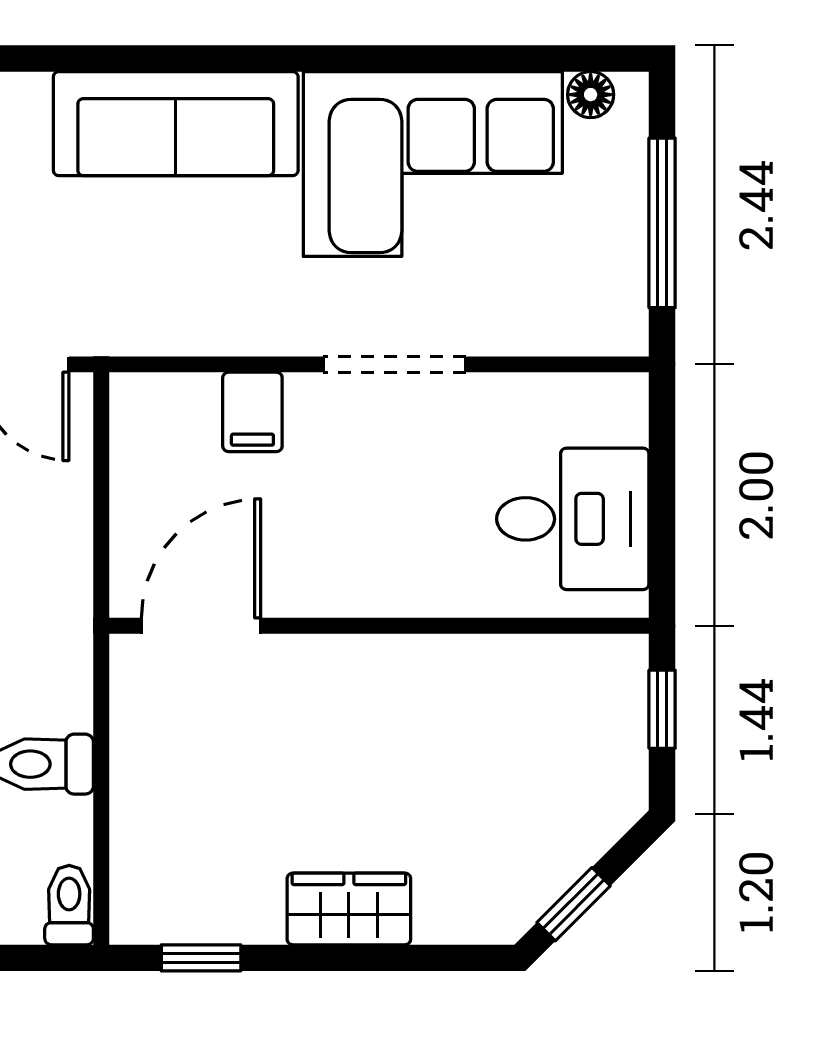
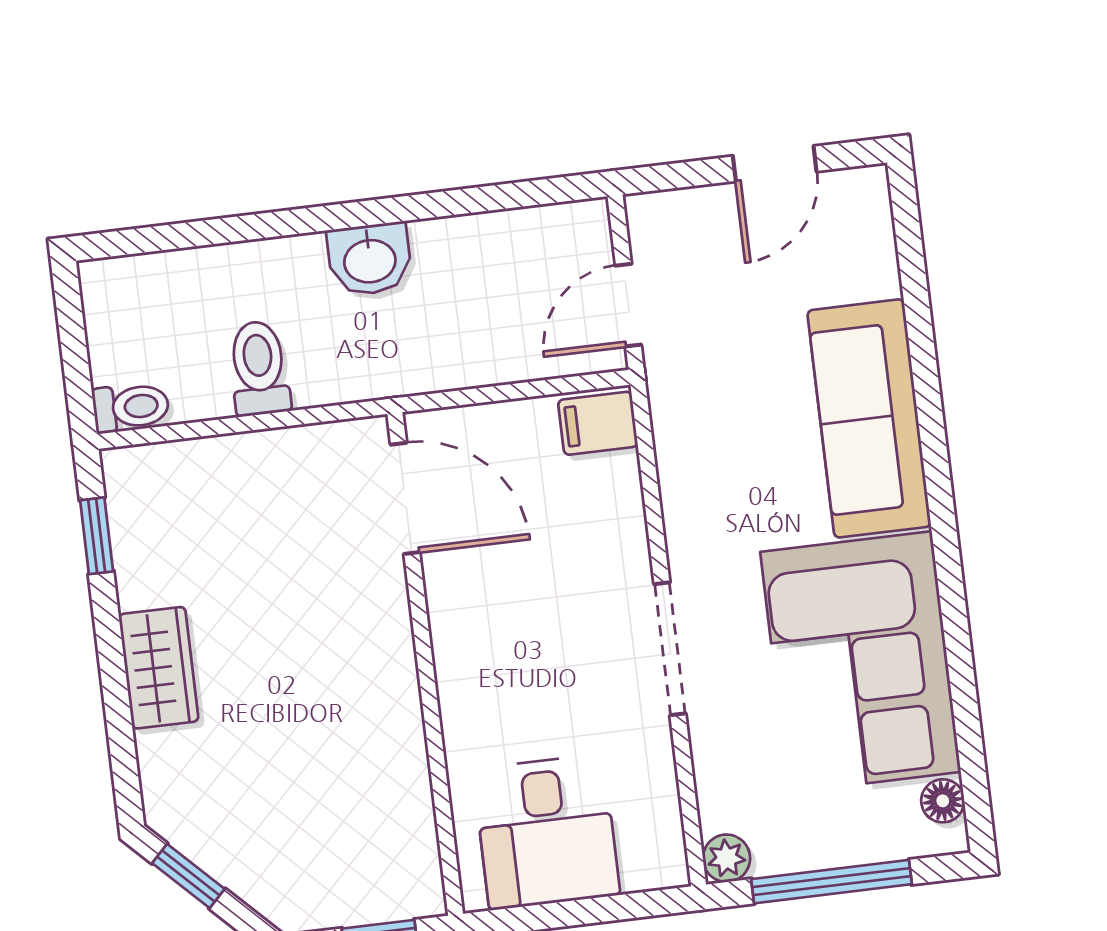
plant: (624, 331) -> (726, 858), added
filing cabinet: (252, 412) -> (598, 423), moved

